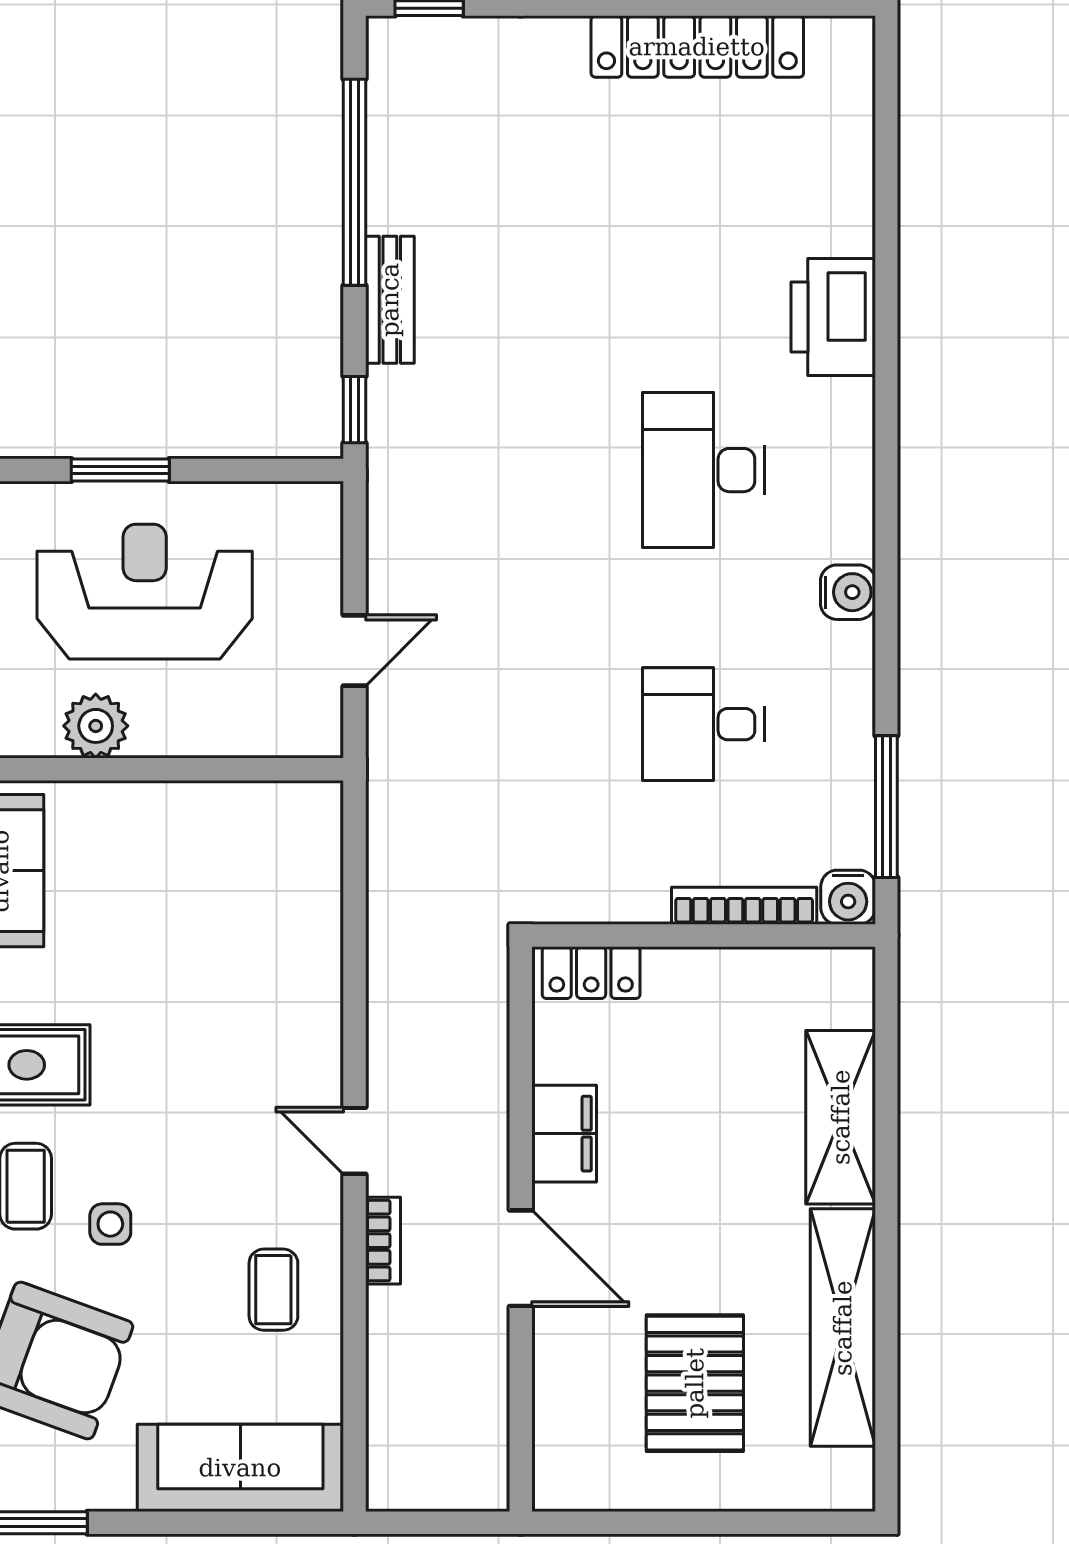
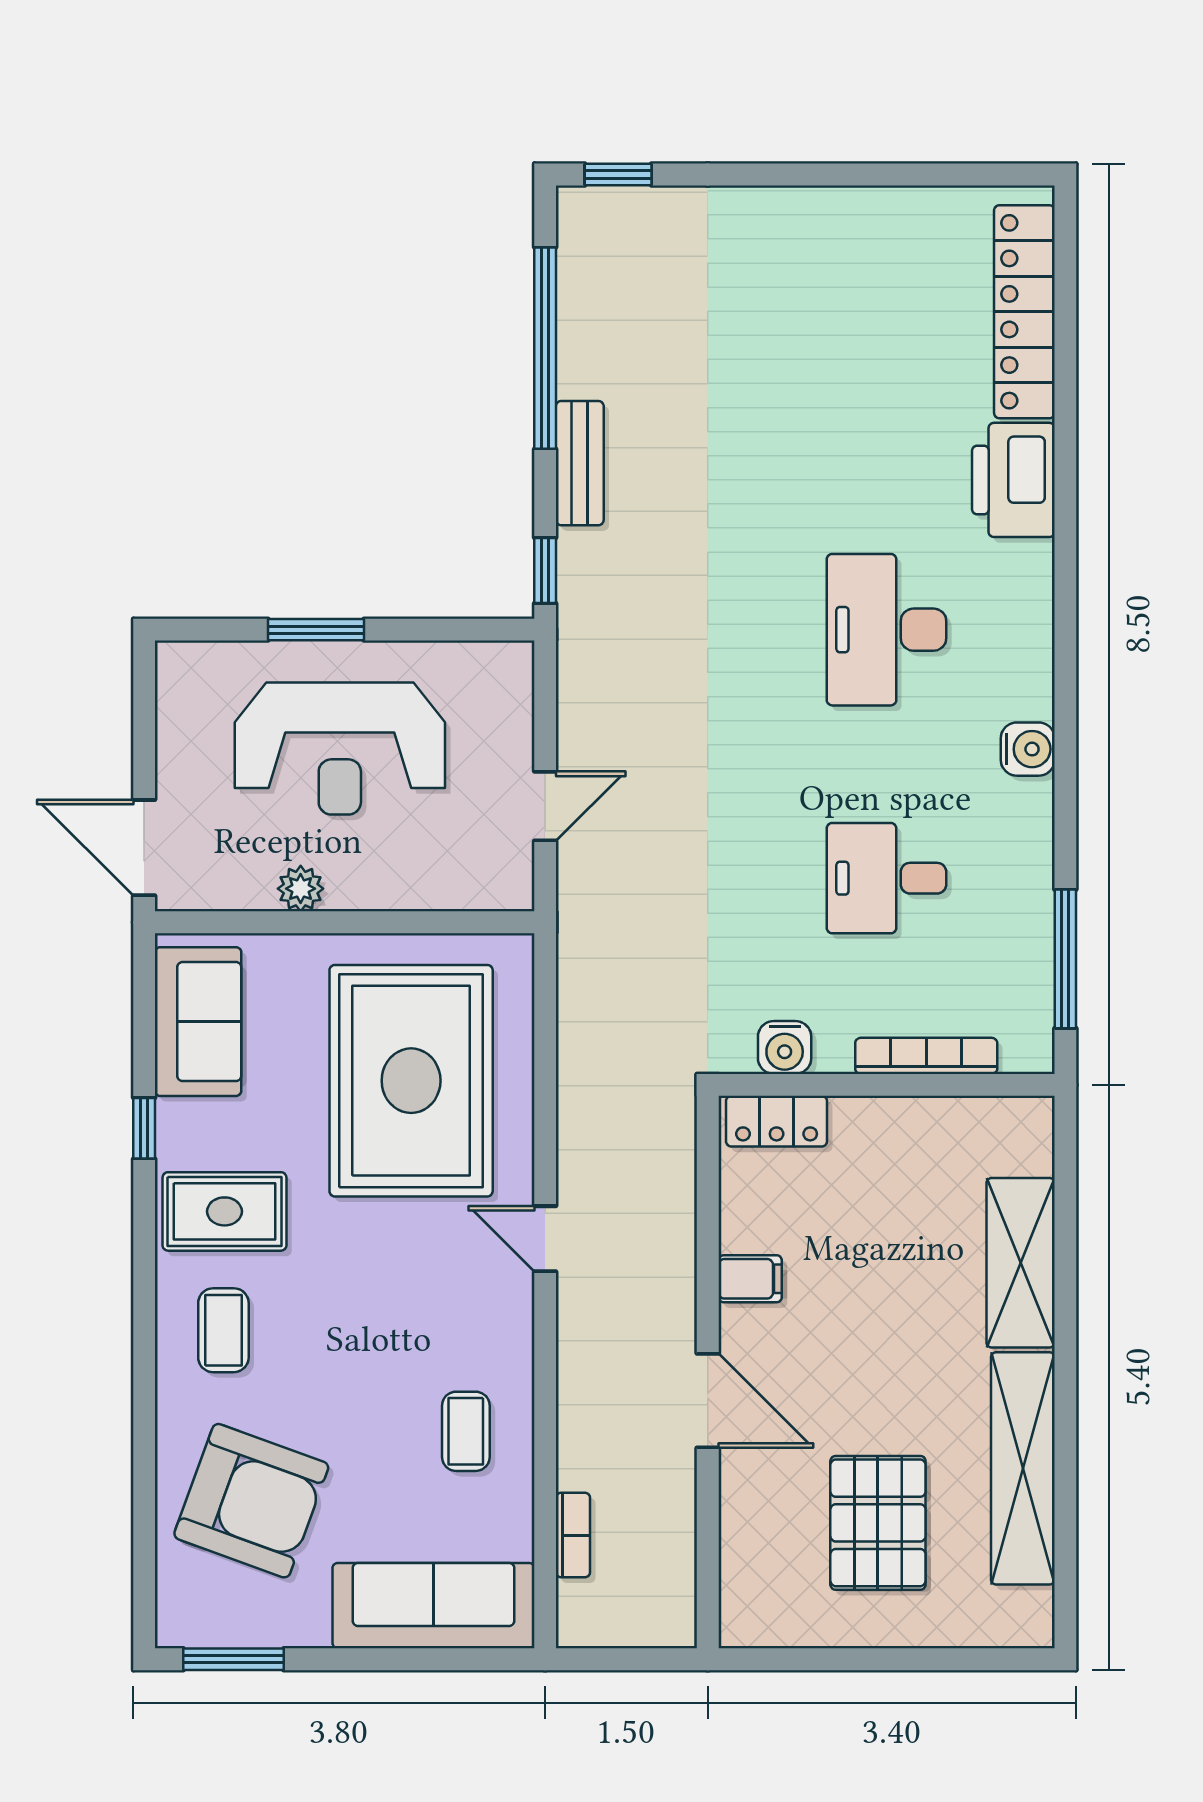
locker: (697, 47) -> (1024, 312), moved, turned 90
reception desk: (145, 592) -> (340, 749), turned 180
plant: (96, 726) -> (301, 889), width x0.73, depth x0.73
water cooler: (848, 897) -> (785, 1047), moved
rug: (217, 931) -> (411, 1081), added
filing cabinet: (564, 1134) -> (750, 1279), width x0.50
door: (355, 1141) -> (545, 1239), moved
side table: (110, 1224) -> (306, 1367), removed
bookcase: (383, 1241) -> (573, 1535), moved

